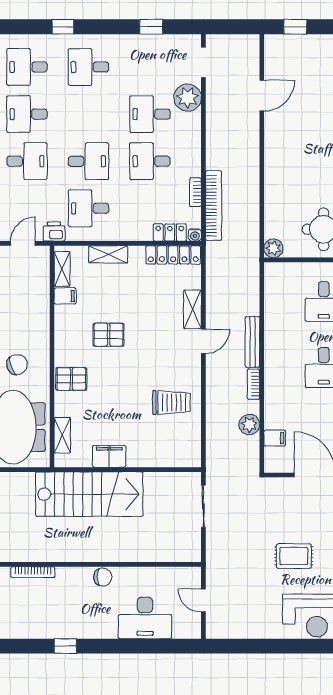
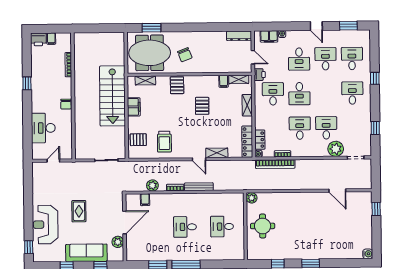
pallet: (168, 449) -> (138, 140), added

